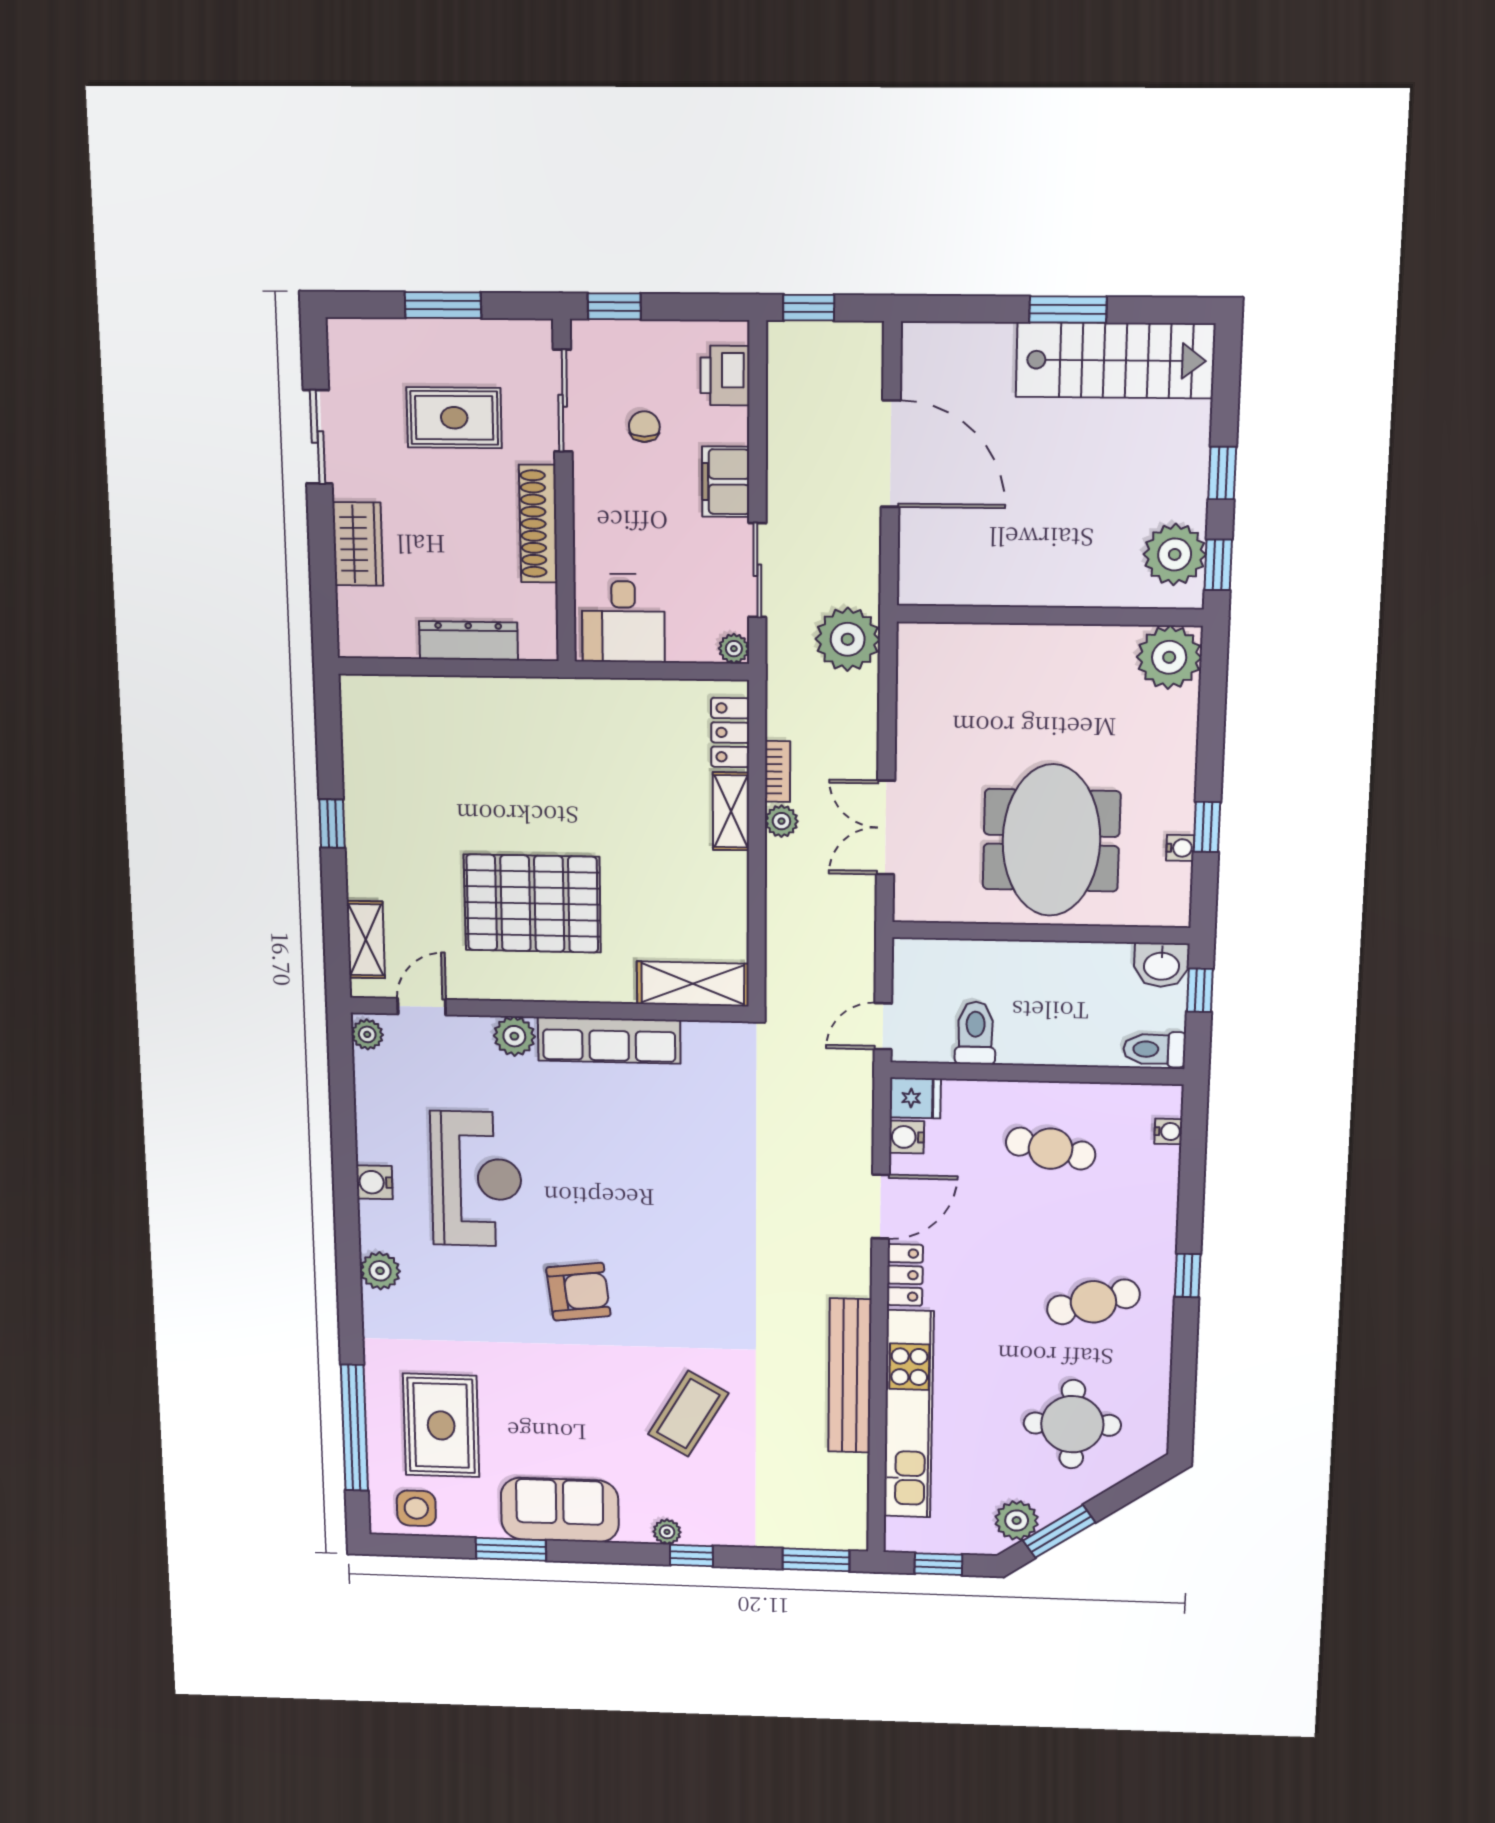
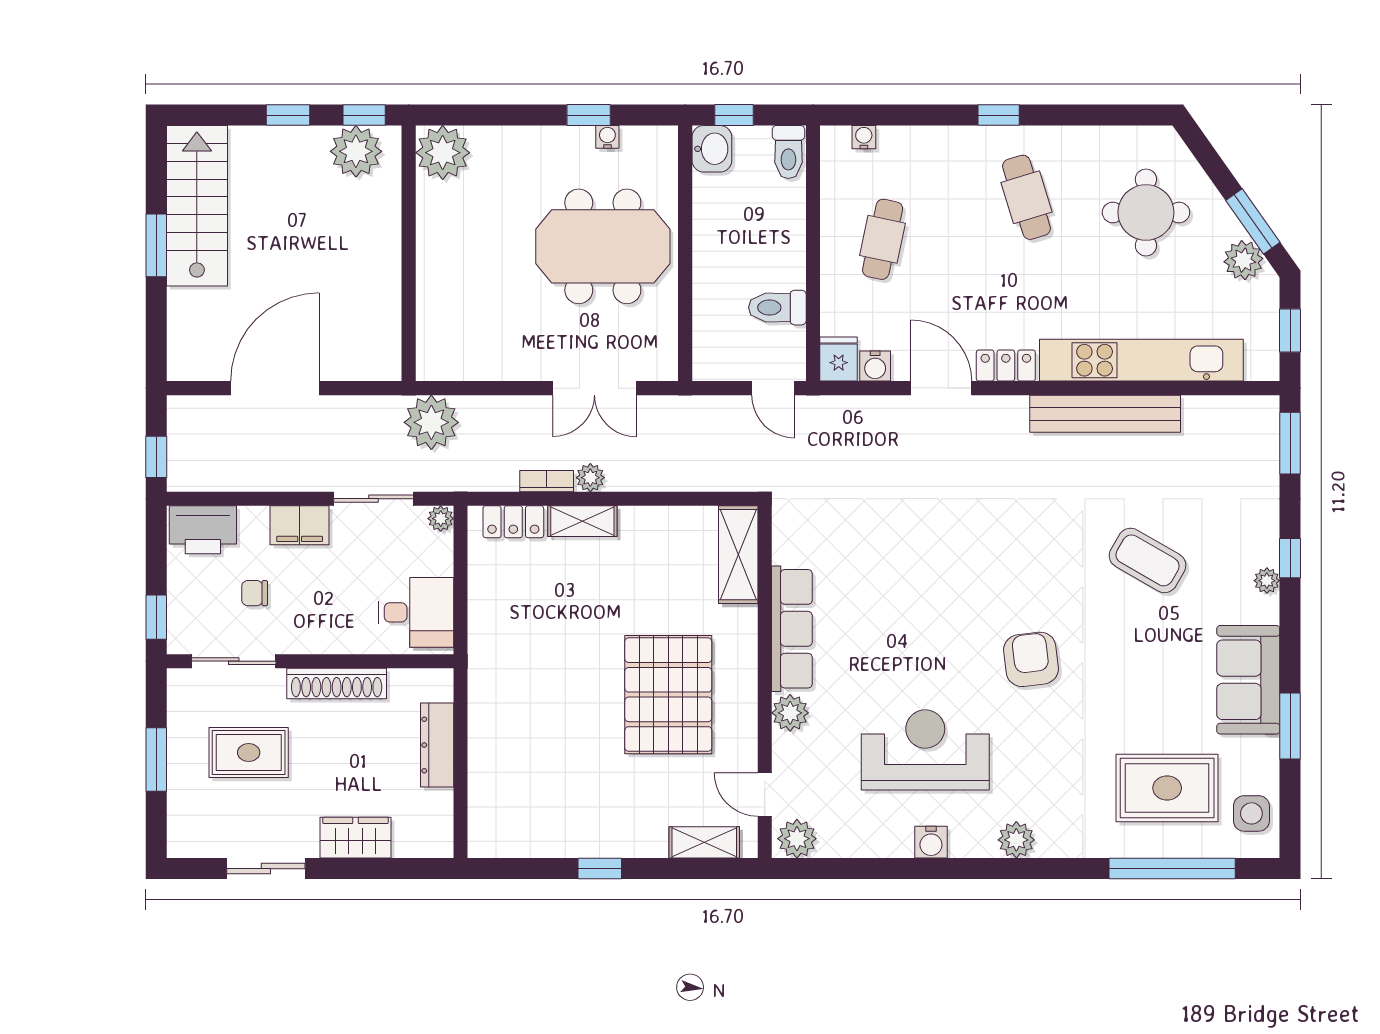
printer: (725, 376) -> (203, 530), width x1.37, depth x1.19
rug: (454, 418) -> (249, 753), turned 90
plant: (367, 1034) -> (797, 839), width x1.38, depth x1.38

